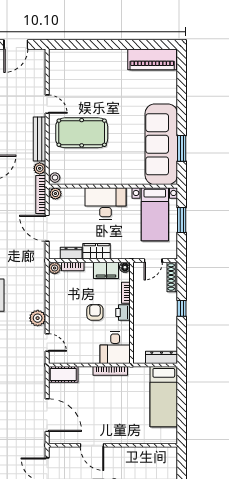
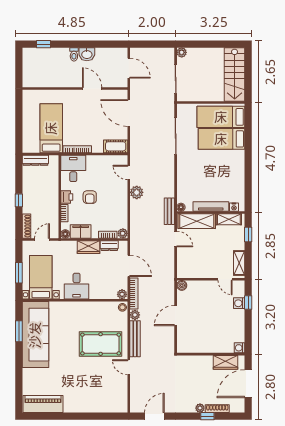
desk: (106, 204) -> (77, 286), width x0.73
bed: (164, 397) -> (51, 128), moved

